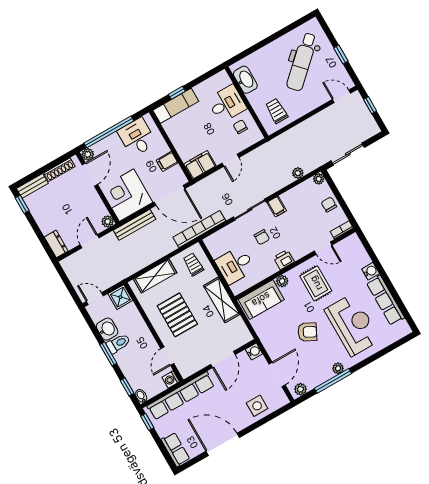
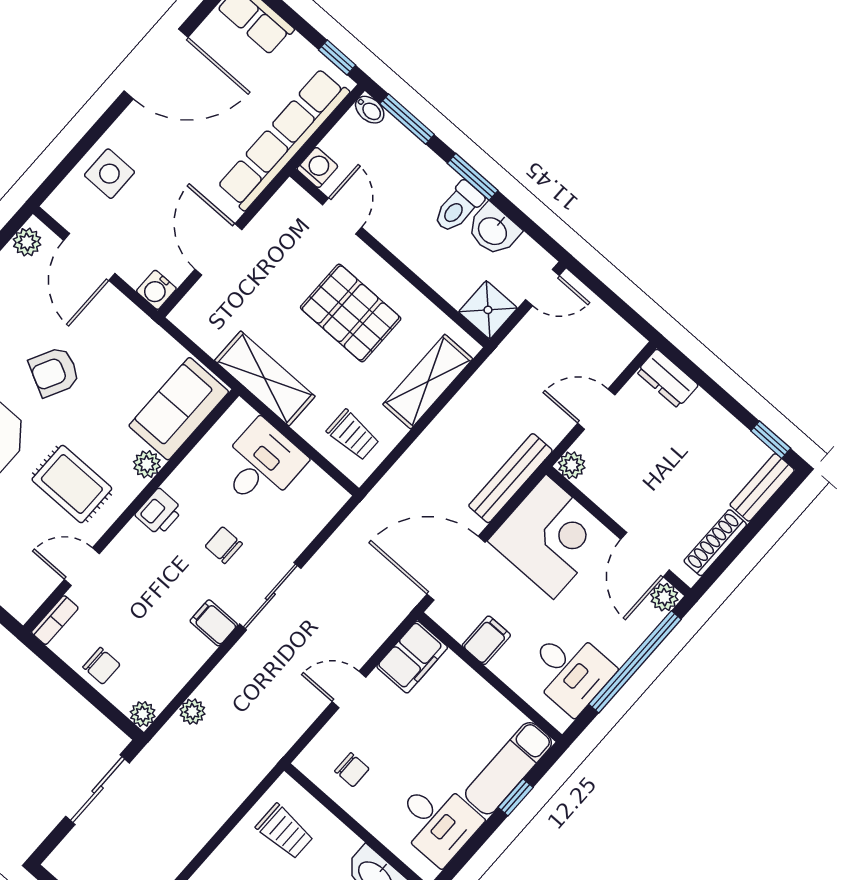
desk: (227, 104) -> (437, 821), moved, turned -90
door: (230, 160) -> (349, 690), hinge flipped
bookcase: (199, 229) -> (366, 517), removed
door: (90, 241) -> (596, 409), swing flipped
window: (127, 387) -> (407, 119), width x1.50

